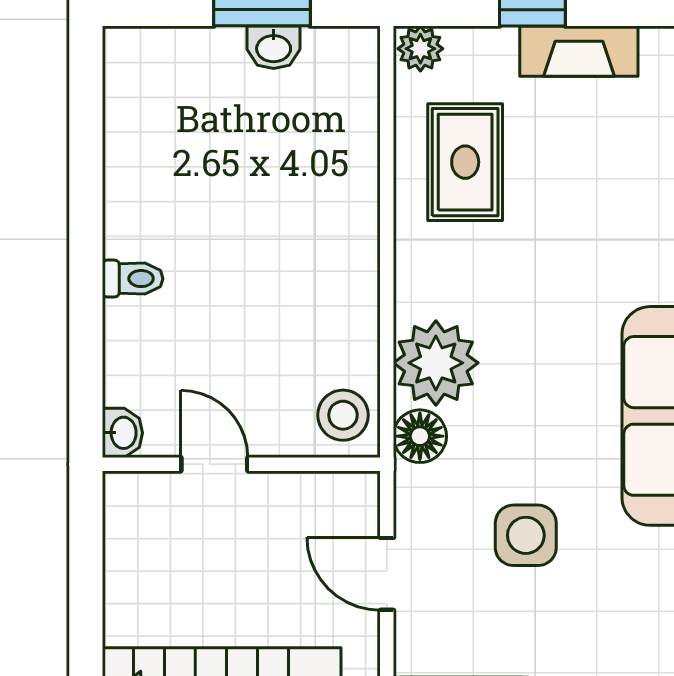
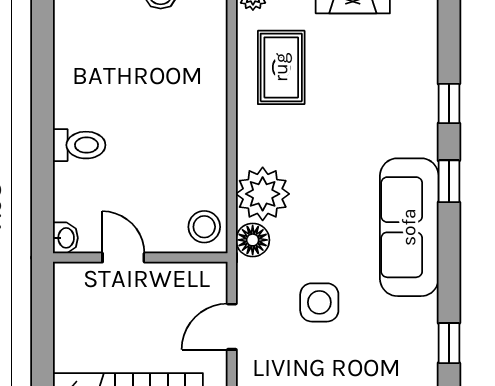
toilet: (133, 279) -> (79, 145), width x1.37, depth x1.39
door: (387, 574) -> (232, 327), hinge flipped

